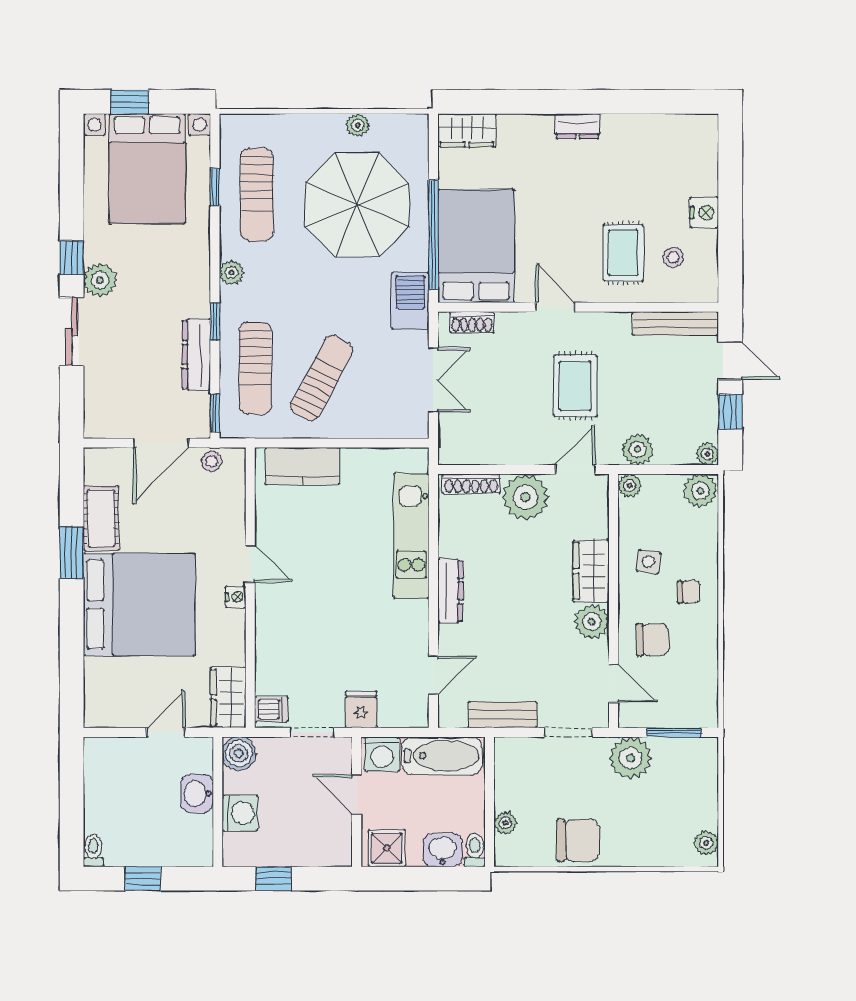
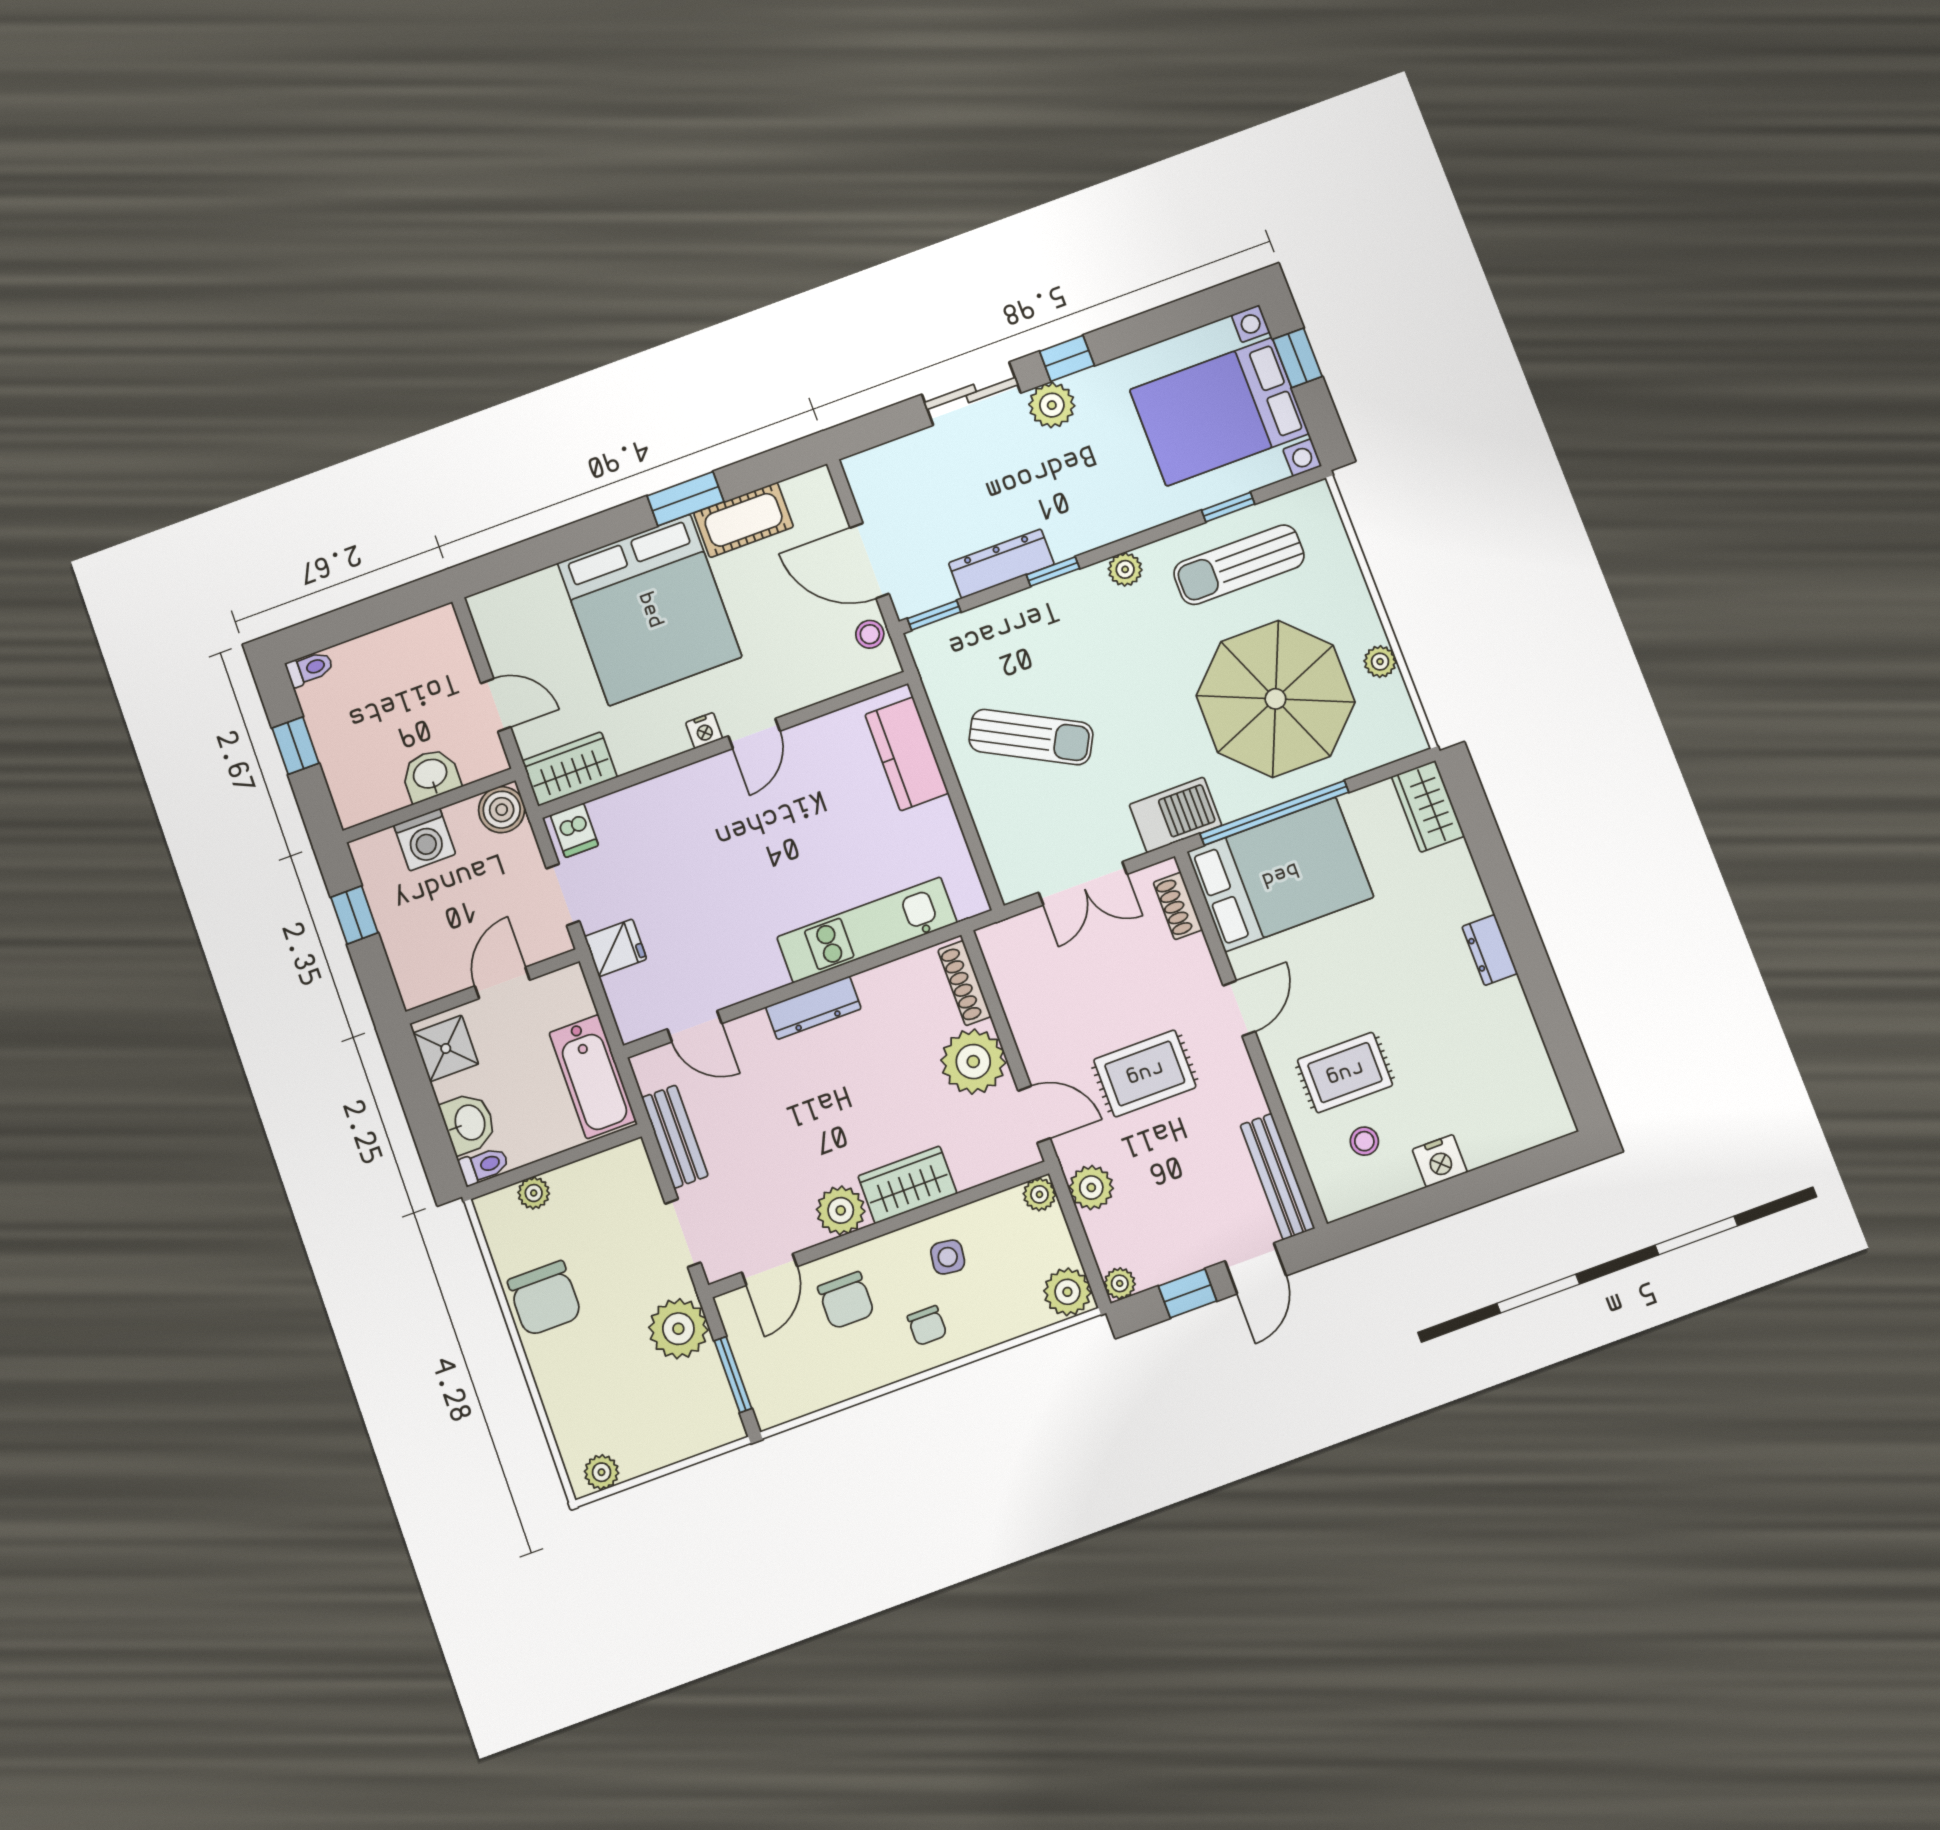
sun lounger: (255, 368) -> (1012, 646), removed
washing machine: (382, 754) -> (567, 997), removed

